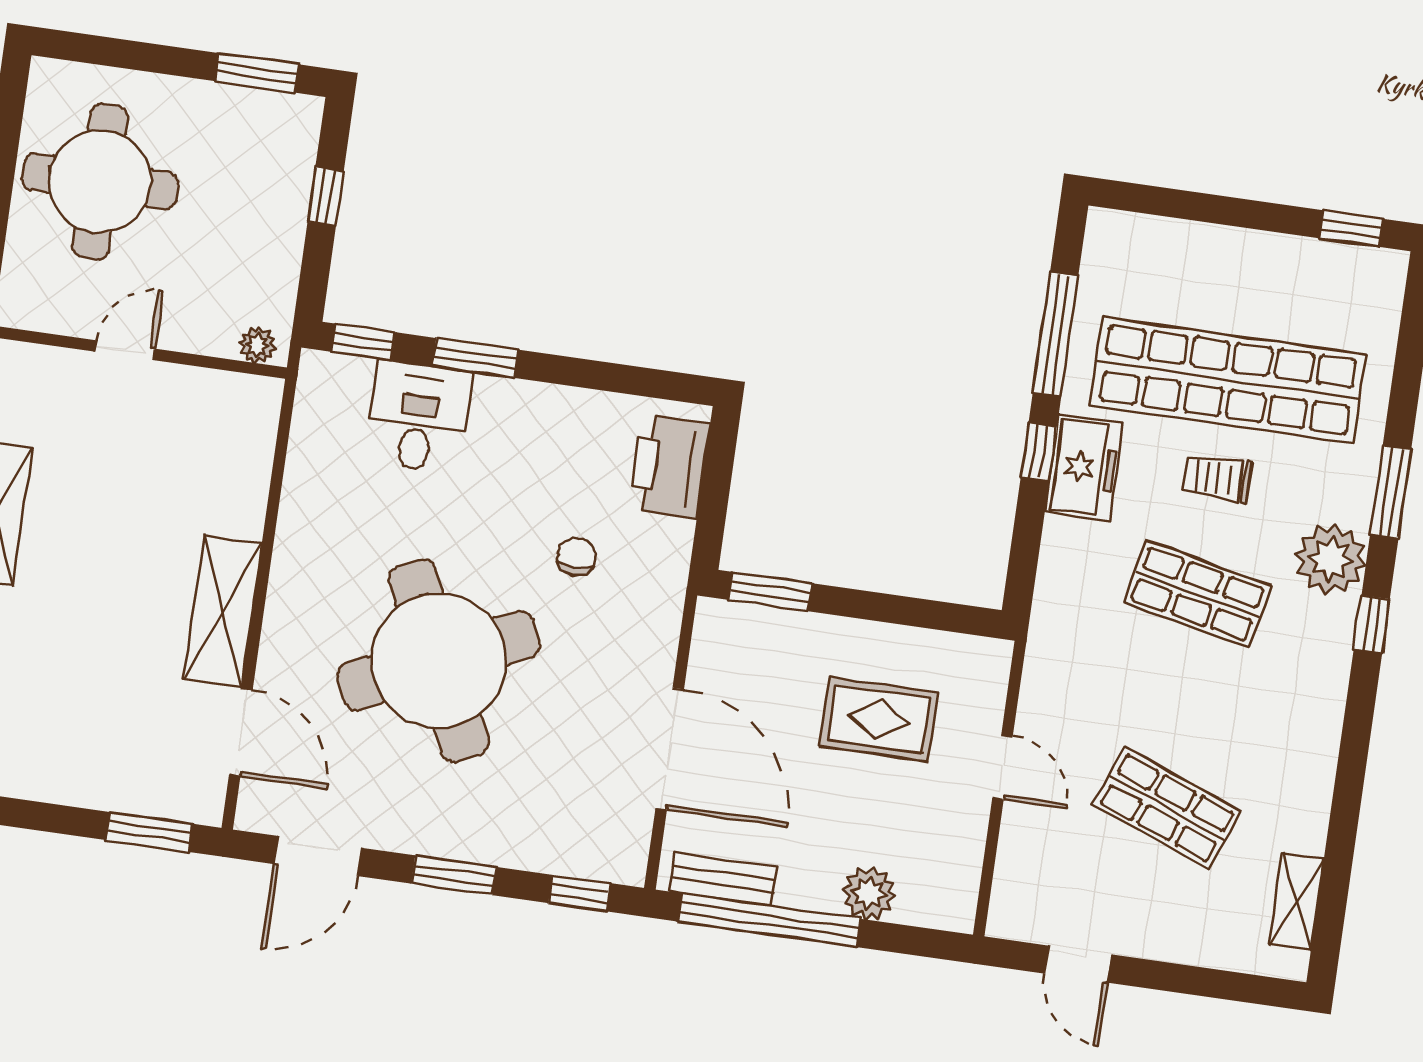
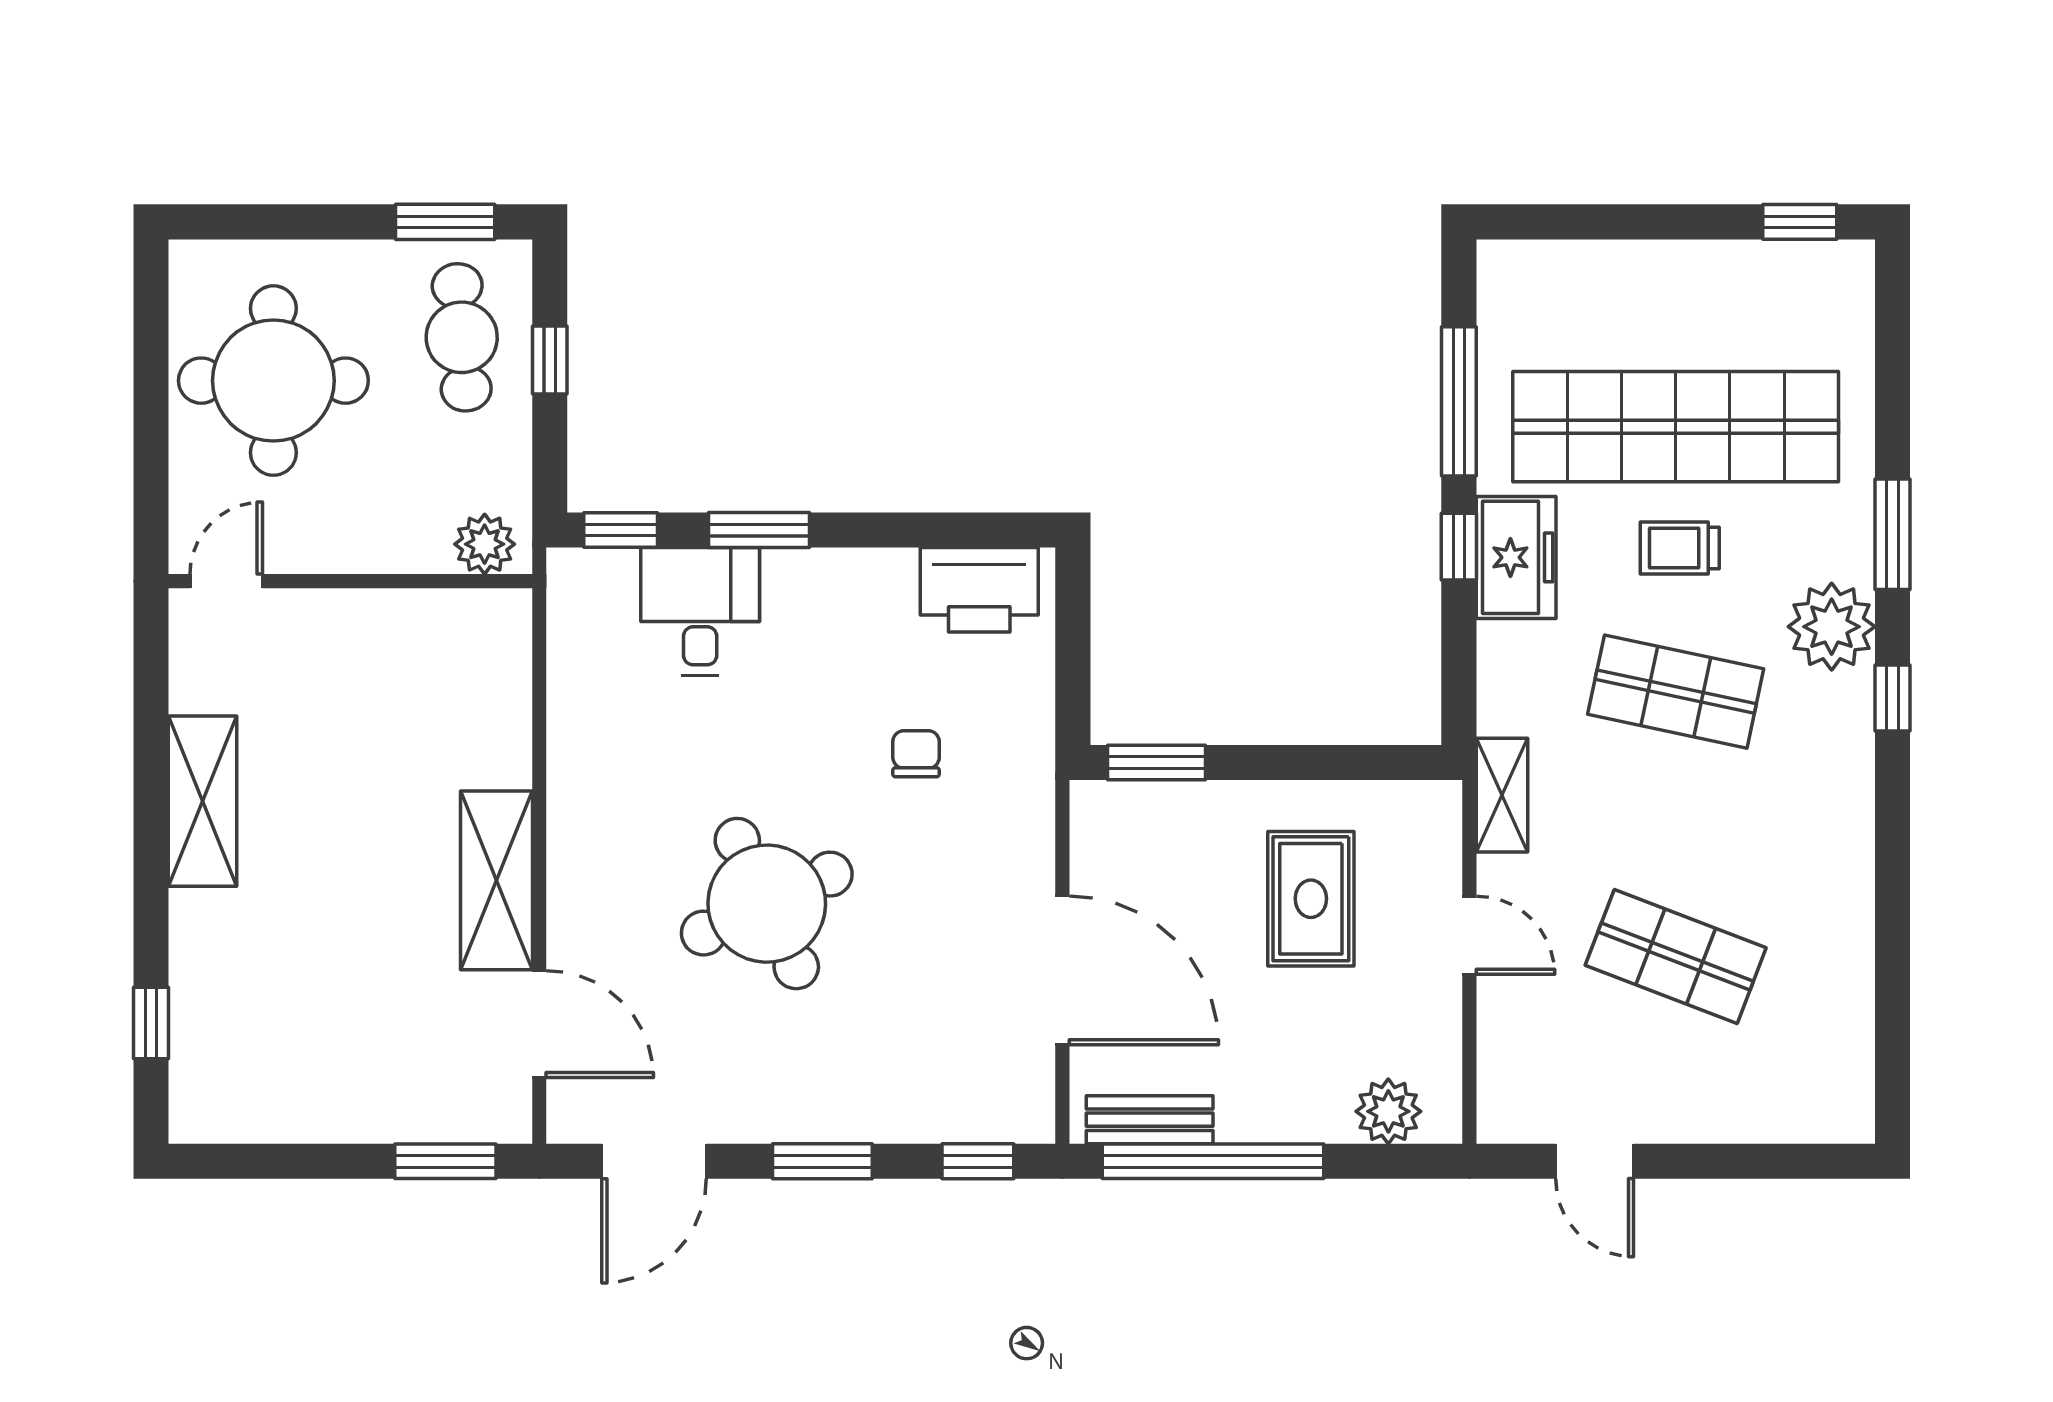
cafe table: (257, 168) -> (462, 337), added
plant: (258, 345) -> (485, 544), width x1.38, depth x1.38
door: (125, 350) -> (226, 581), moved
printer: (669, 466) -> (979, 590), moved, turned -90
round table: (439, 661) -> (767, 904), width x0.73, depth x0.73
rug: (879, 719) -> (1311, 899), turned 90
plant: (869, 893) -> (1388, 1111), moved
shelving: (1297, 902) -> (1502, 795), moved

